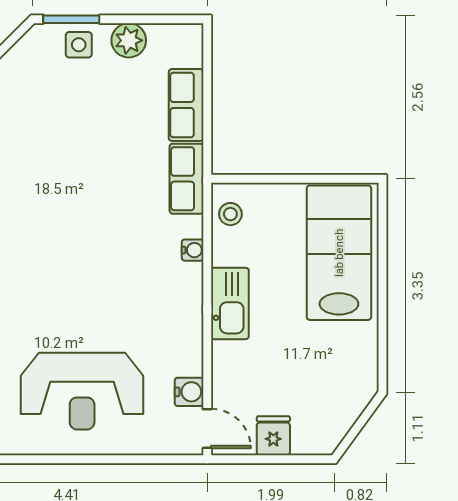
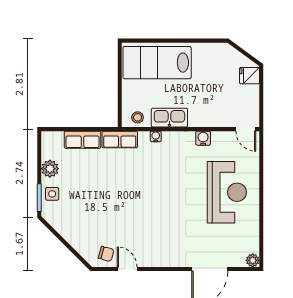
kitchen sink: (230, 303) -> (169, 118), moved
water cooler: (189, 392) -> (203, 138), moved
door: (207, 429) -> (246, 129), swing flipped
fridge: (273, 436) -> (249, 76), moved

